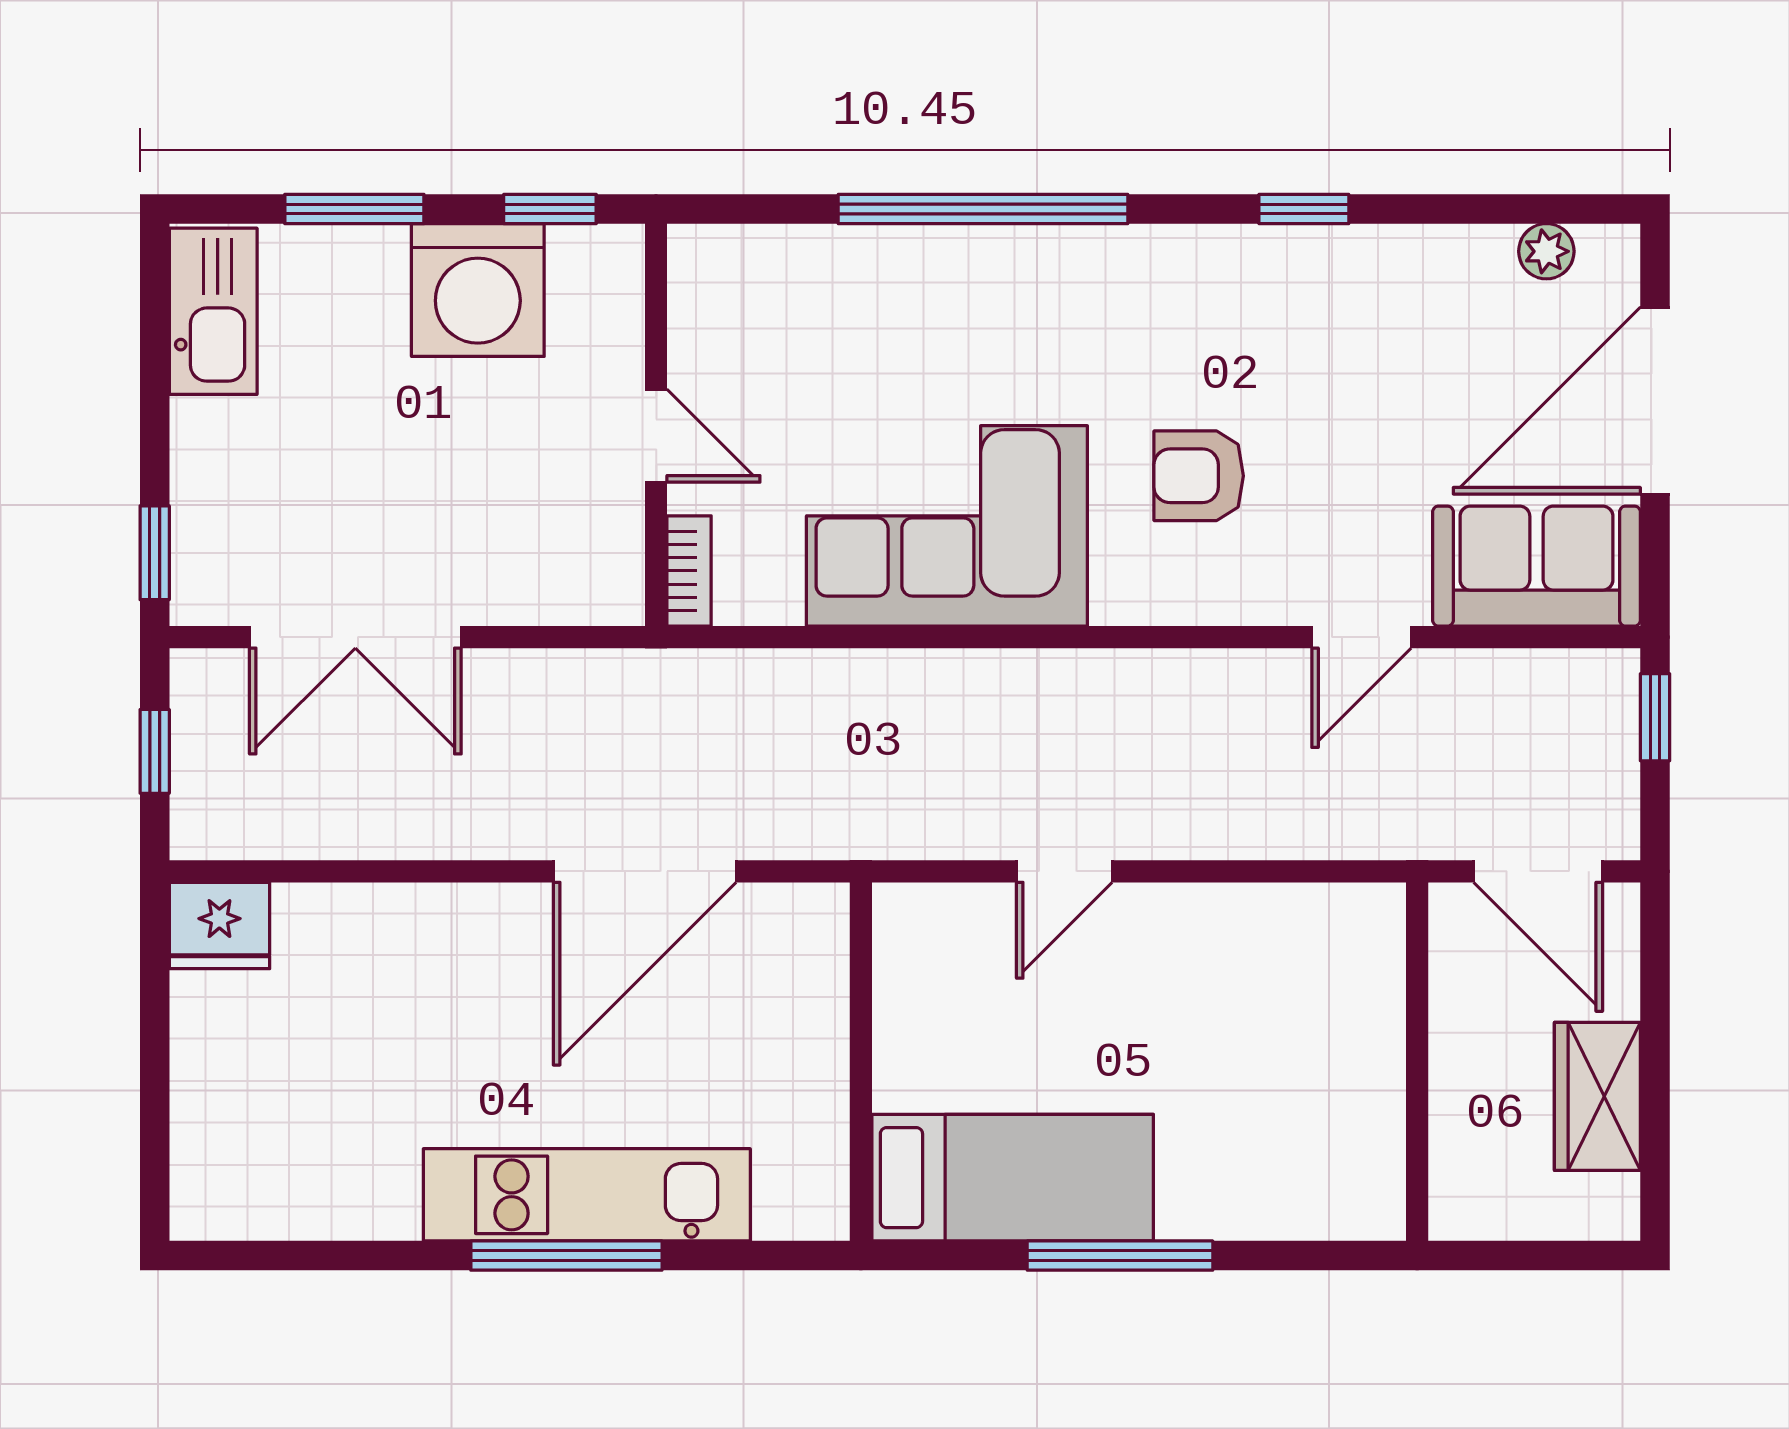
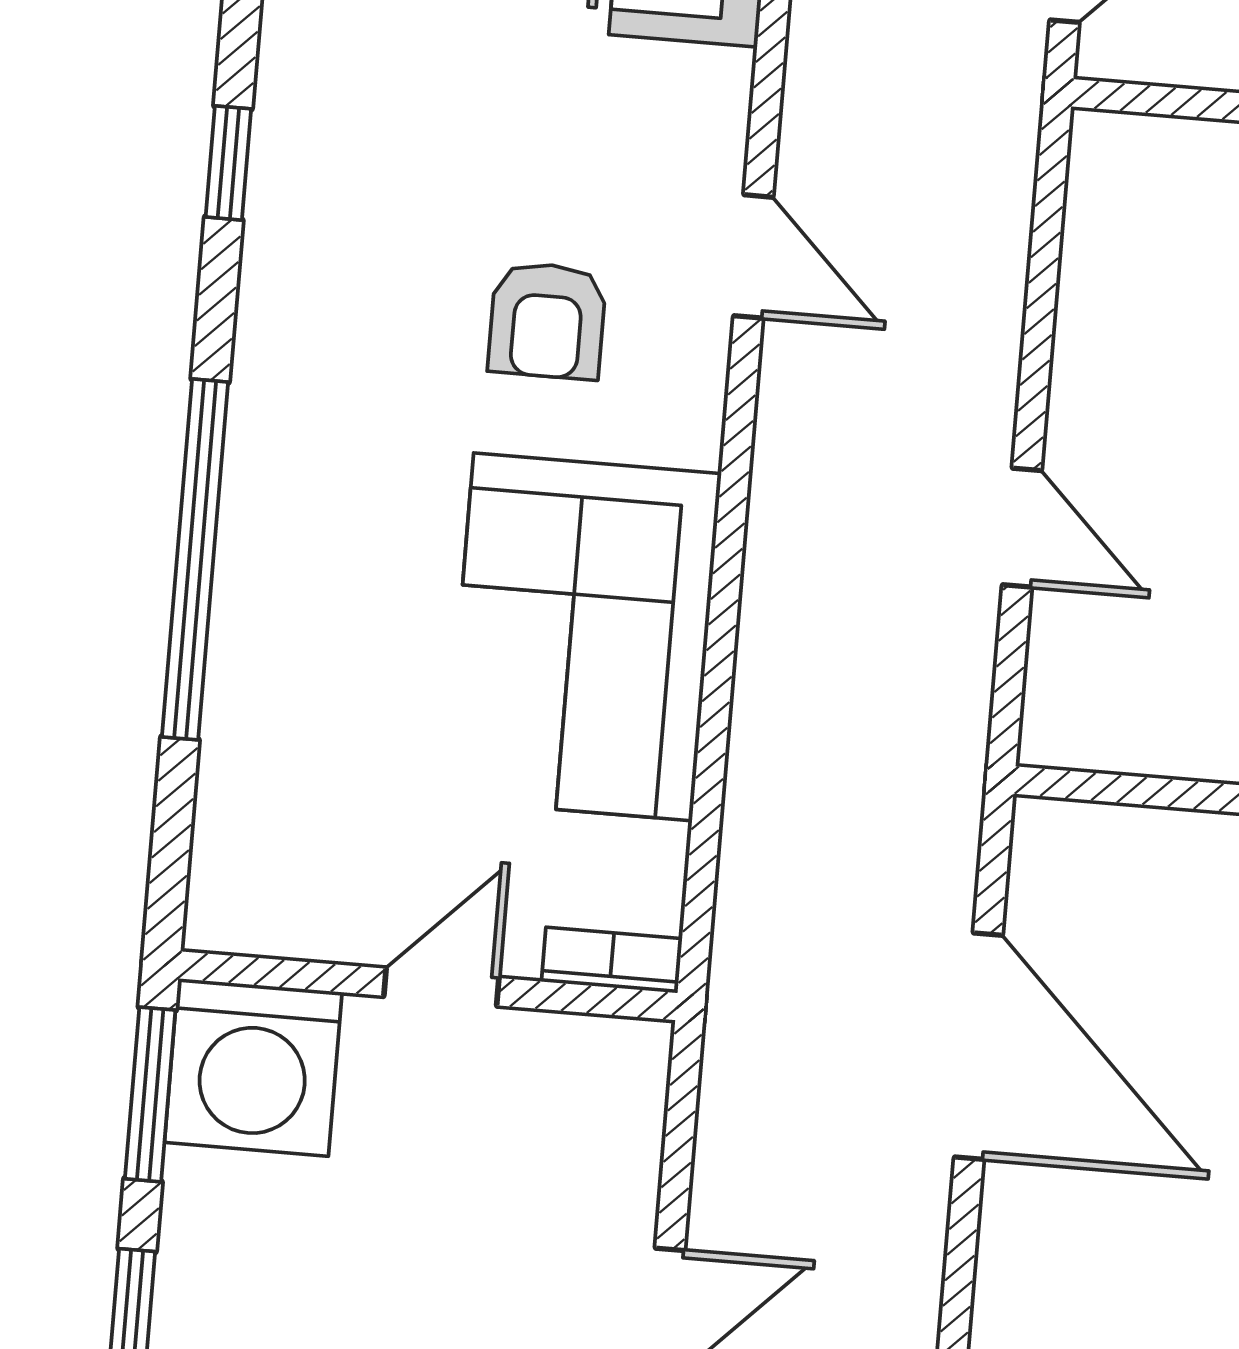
window: (550, 209) -> (150, 1094), width x1.50
washing machine: (478, 290) -> (253, 1067), moved, turned 90
door: (1361, 637) -> (753, 256), moved

